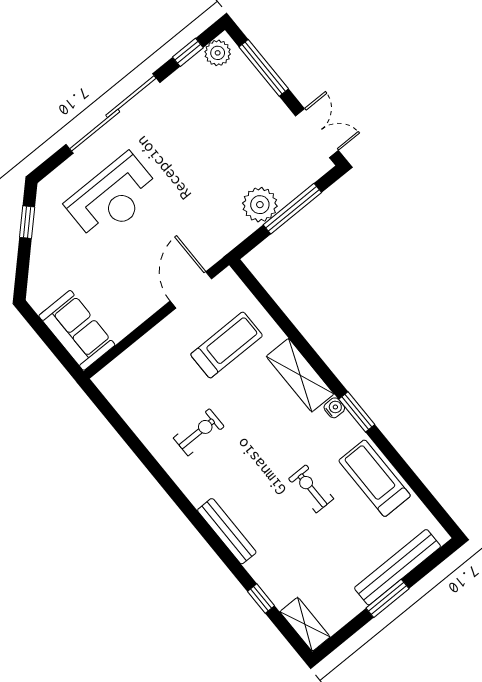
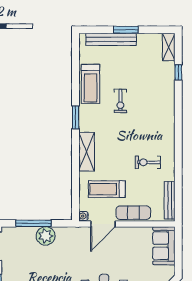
exercise mat: (160, 342) -> (133, 213), added
water cooler: (334, 408) -> (83, 216), moved
bench: (227, 531) -> (170, 200), moved

